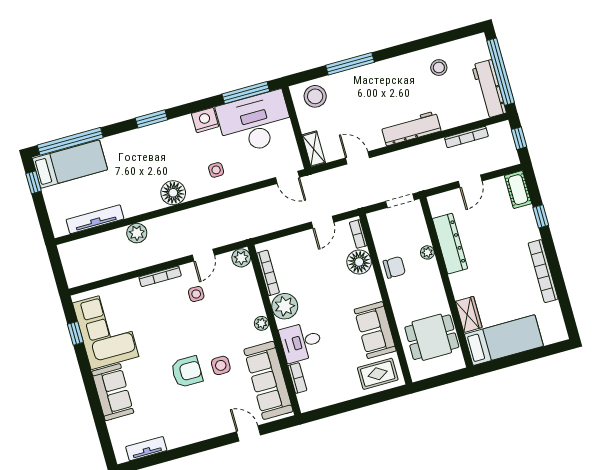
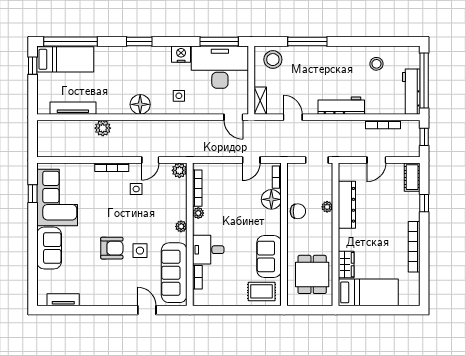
plant: (285, 306) -> (198, 213), width x0.53, depth x0.53
dining table: (432, 337) -> (312, 274), turned 90

